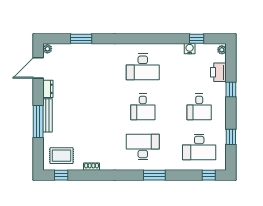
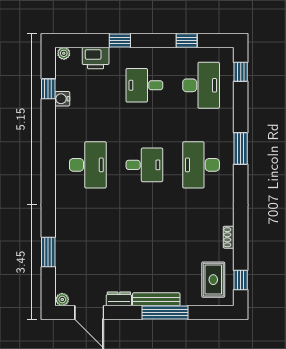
desk: (199, 107) -> (144, 85), turned 180

